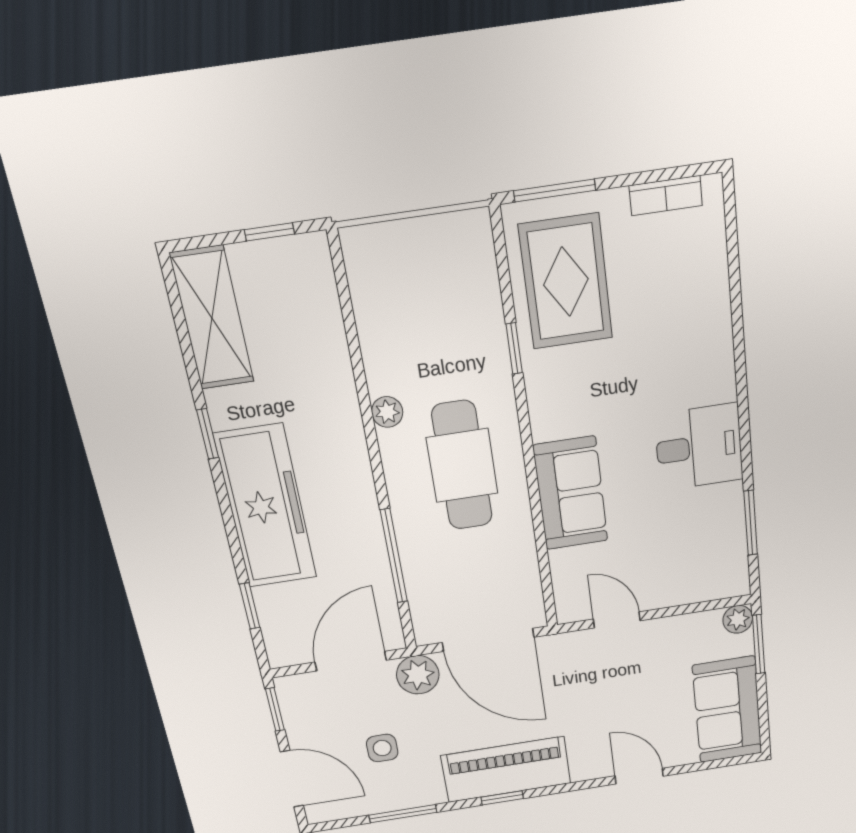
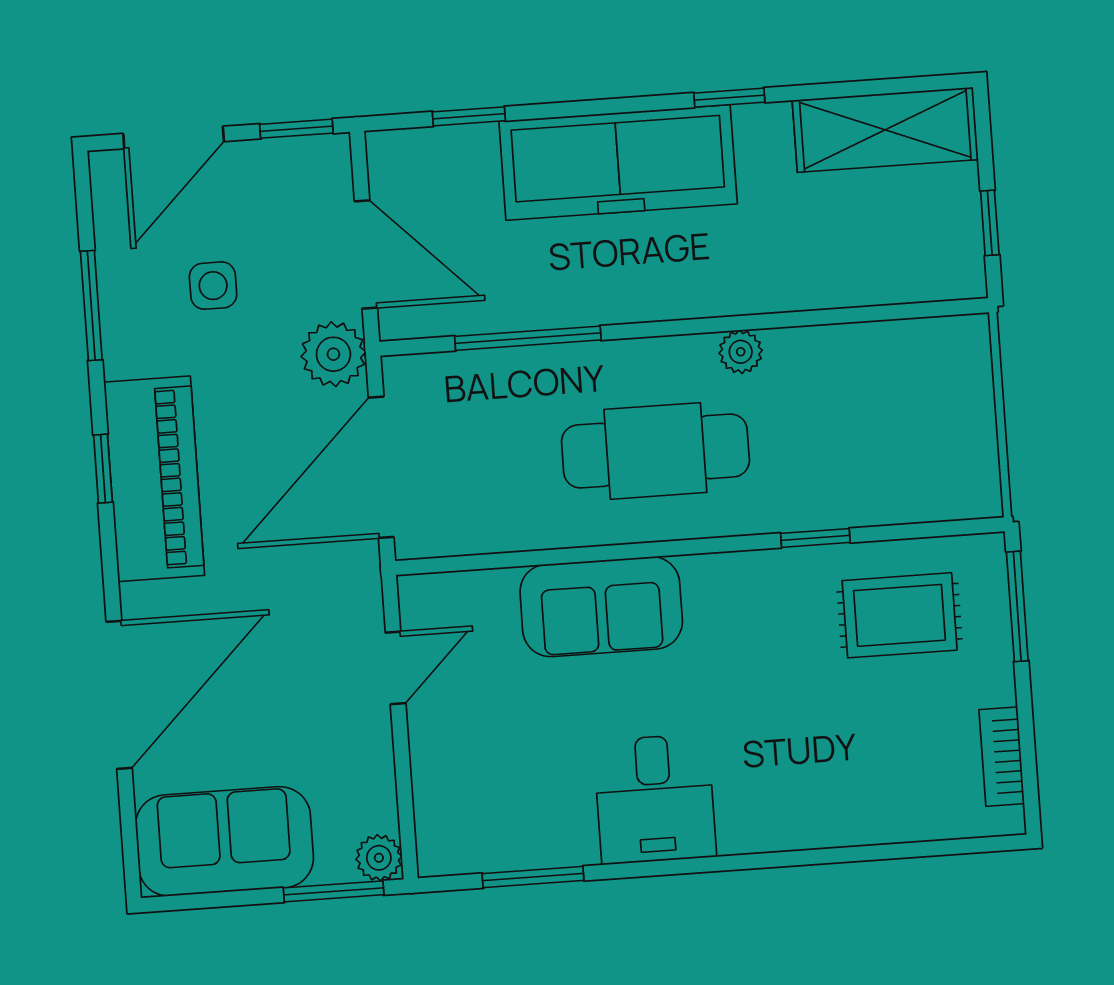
rug: (566, 282) -> (900, 615), width x0.73, depth x0.70
door: (639, 776) -> (119, 695), width x1.88

